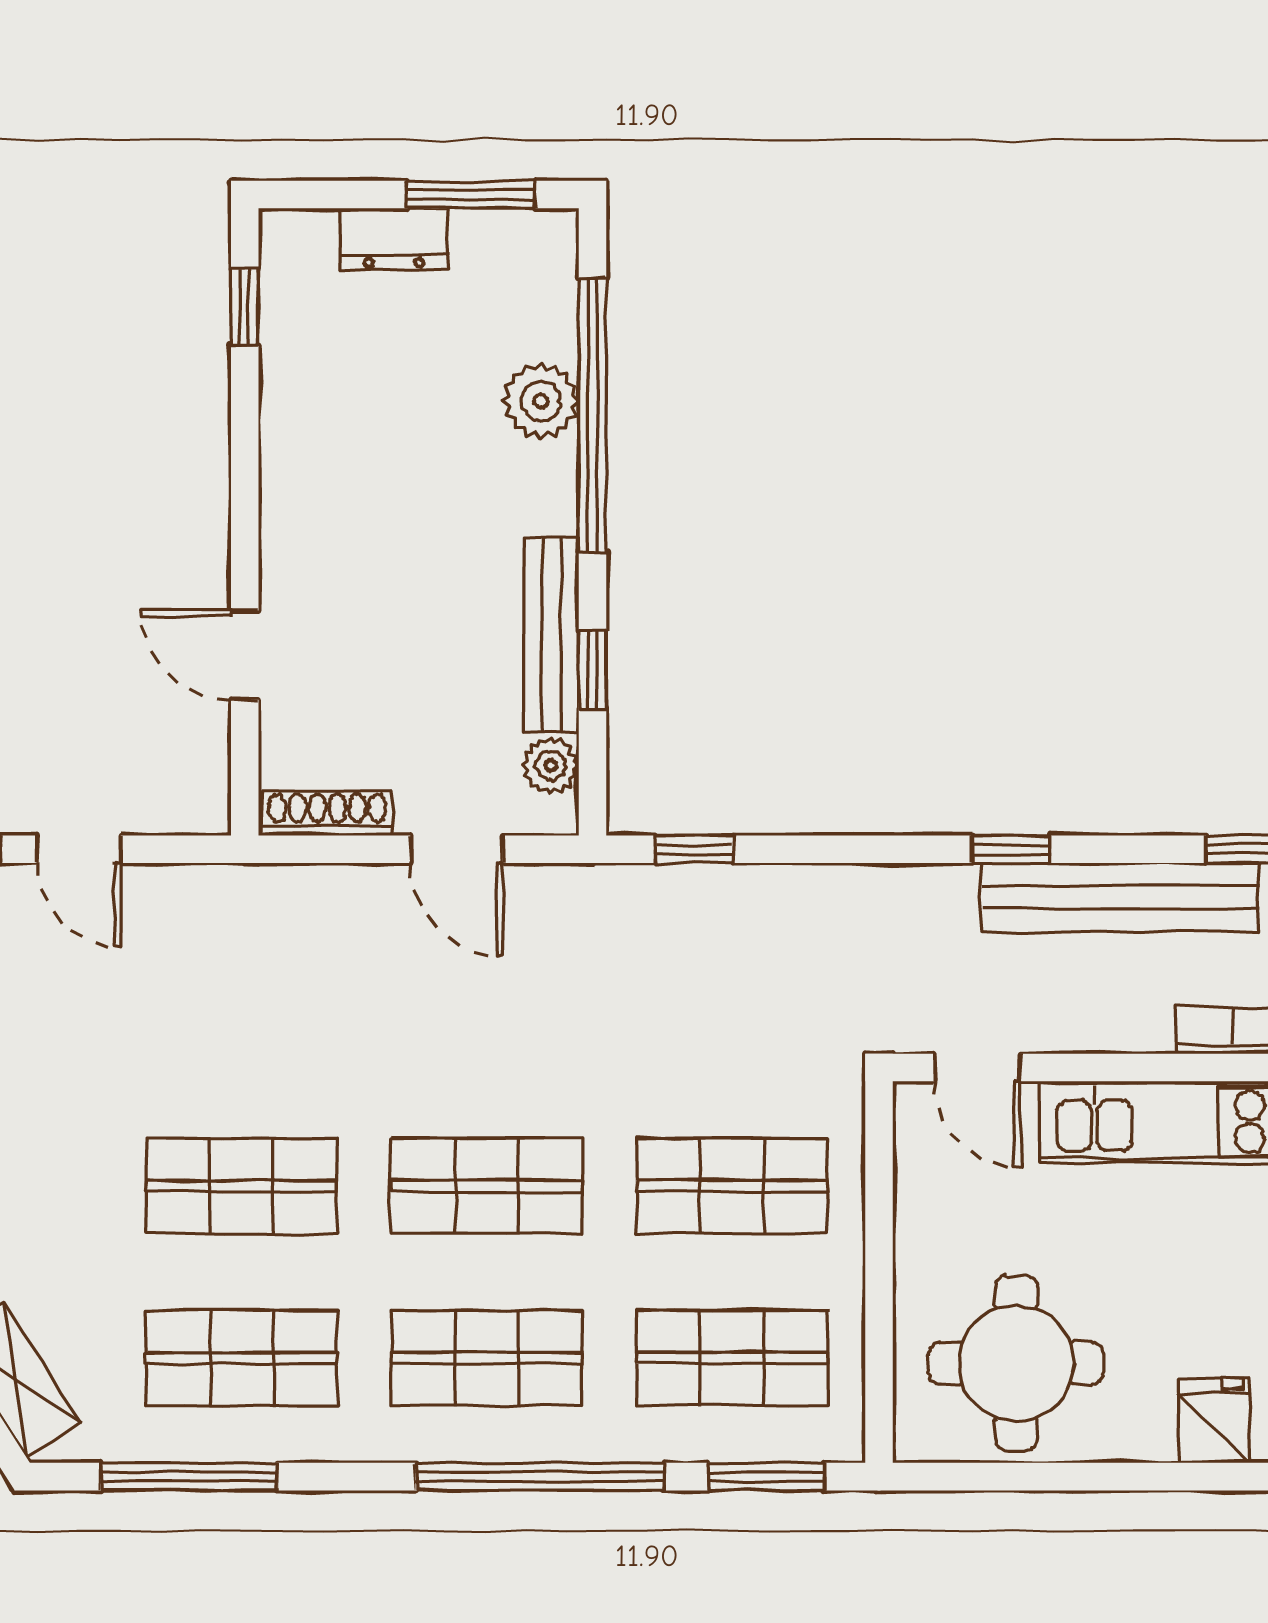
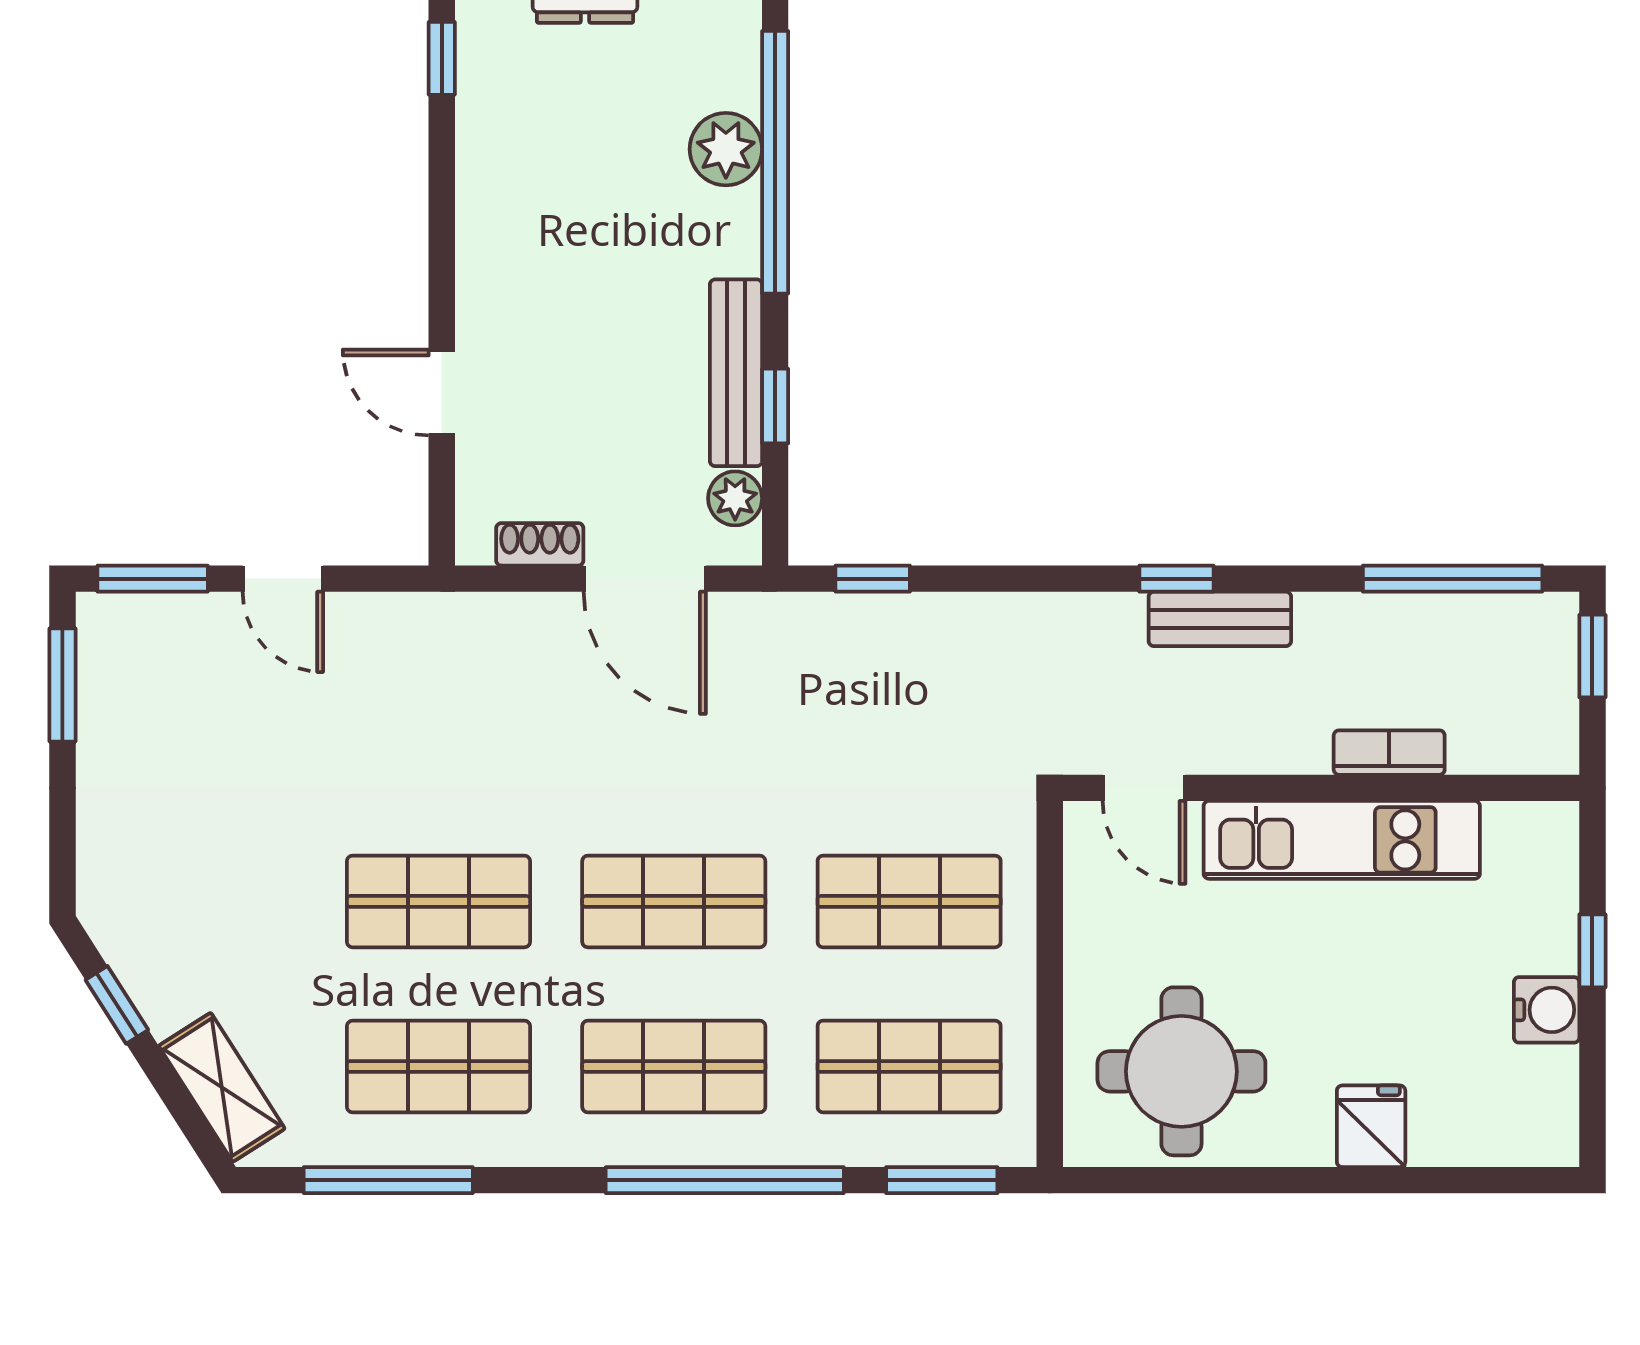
shoe rack: (327, 813) -> (540, 544), width x0.70
door: (456, 849) -> (645, 579), width x1.38
bench: (1121, 897) -> (1220, 619), width x0.54, depth x0.82

